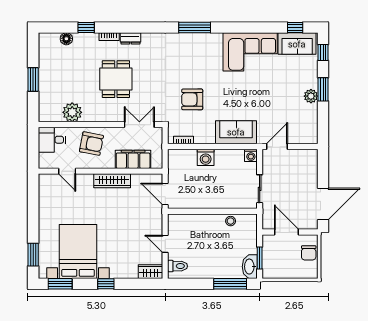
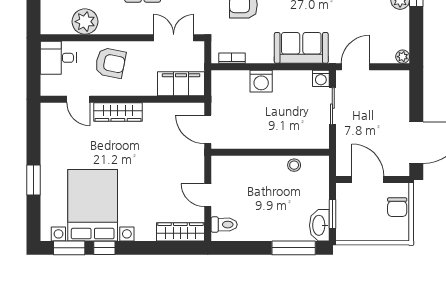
plant: (313, 139) -> (403, 57), added
filing cabinet: (133, 159) -> (181, 84), moved
wardrobe: (112, 181) -> (118, 112), moved
sliding door: (260, 189) -> (332, 106), moved
window: (33, 255) -> (33, 180), moved
wardrobe: (151, 272) -> (180, 232), width x1.50
window: (106, 284) -> (104, 248), moved

